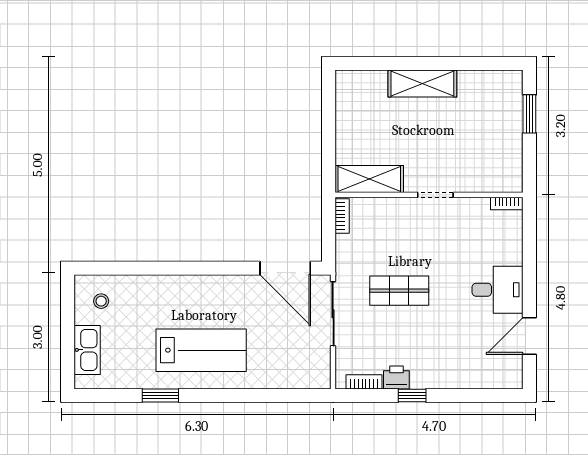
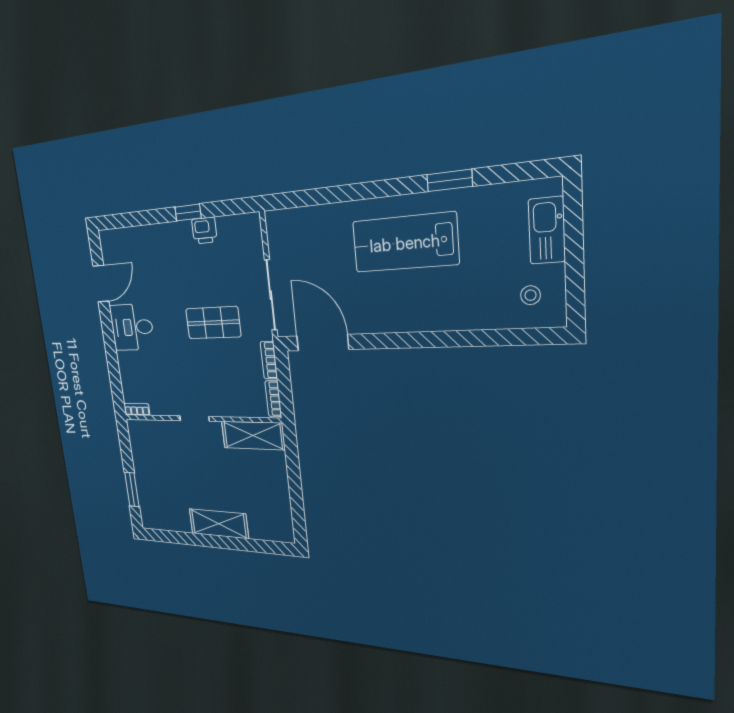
bookcase: (364, 382) -> (269, 360), moved, turned 90

